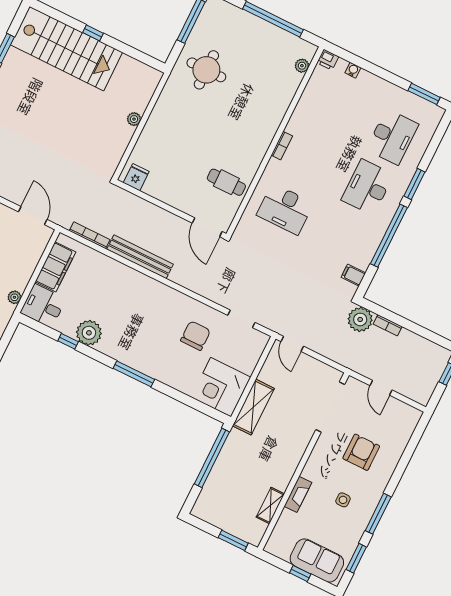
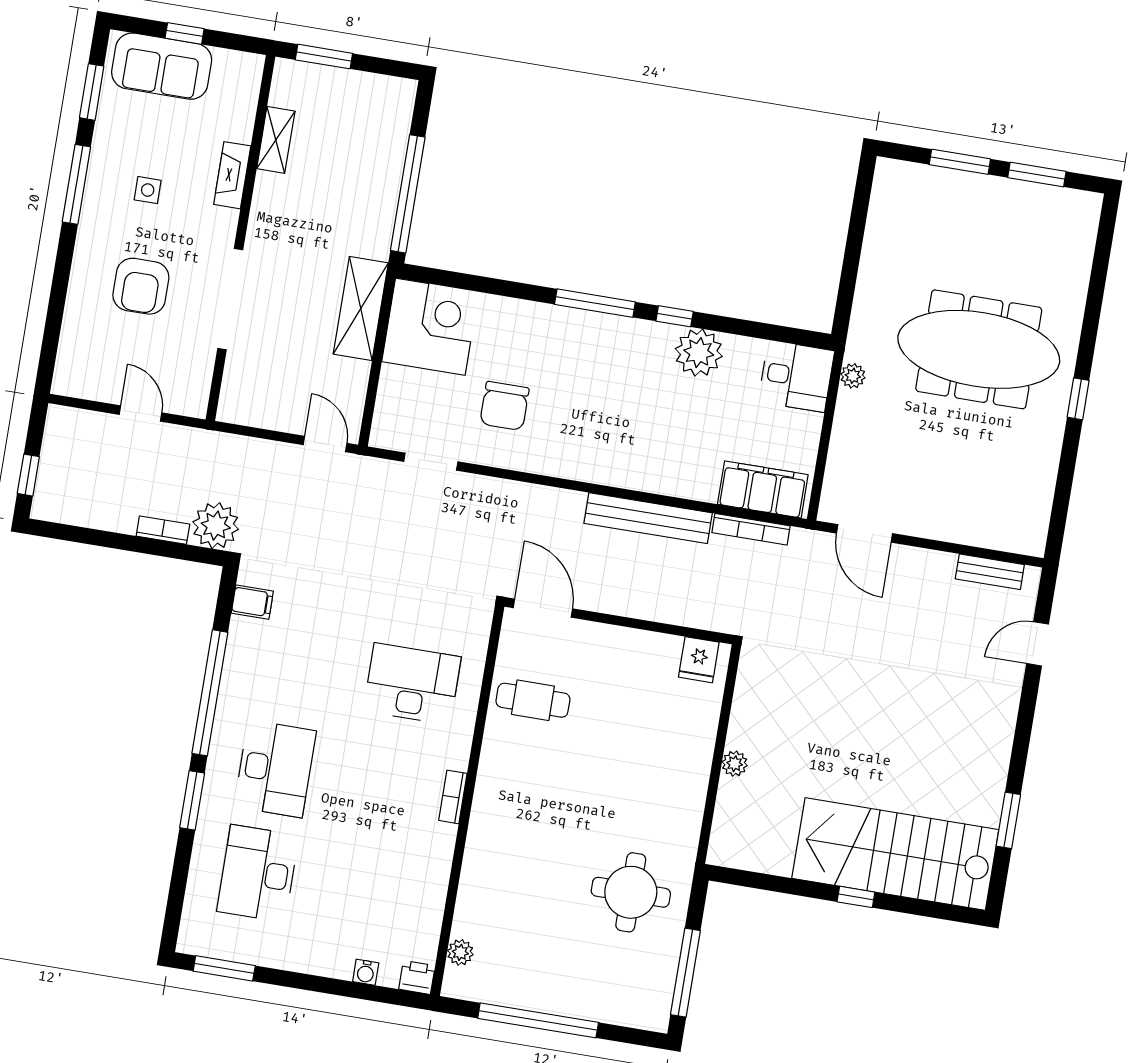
filing cabinet: (55, 267) -> (763, 489), moved, turned 90
window: (68, 341) -> (675, 316), moved
doorway: (330, 407) -> (230, 299), moved

